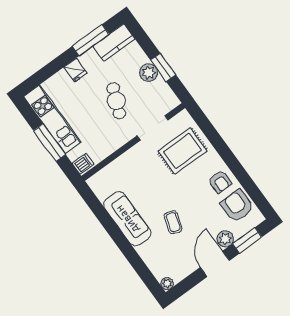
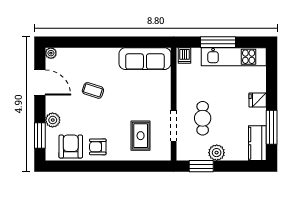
window: (163, 67) -> (201, 166), moved
cafe table: (116, 101) -> (203, 118), moved, turned 68
rug: (182, 151) -> (141, 136), width x0.73, depth x0.70
armchair: (237, 206) -> (71, 147), turned -90
sofa: (127, 219) -> (145, 59), moved
door: (215, 264) -> (40, 82), moved

